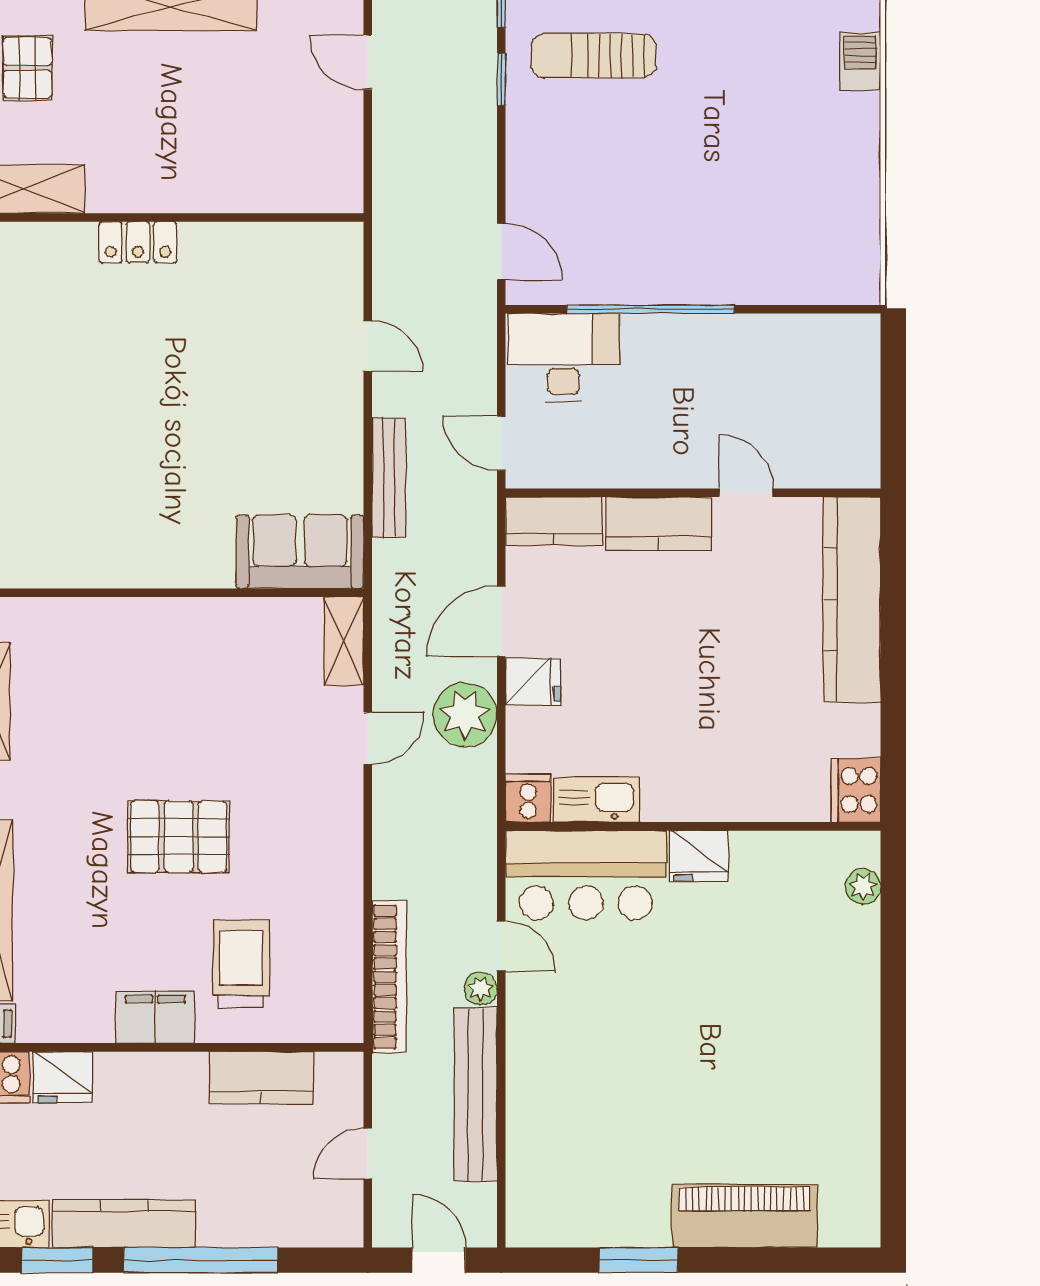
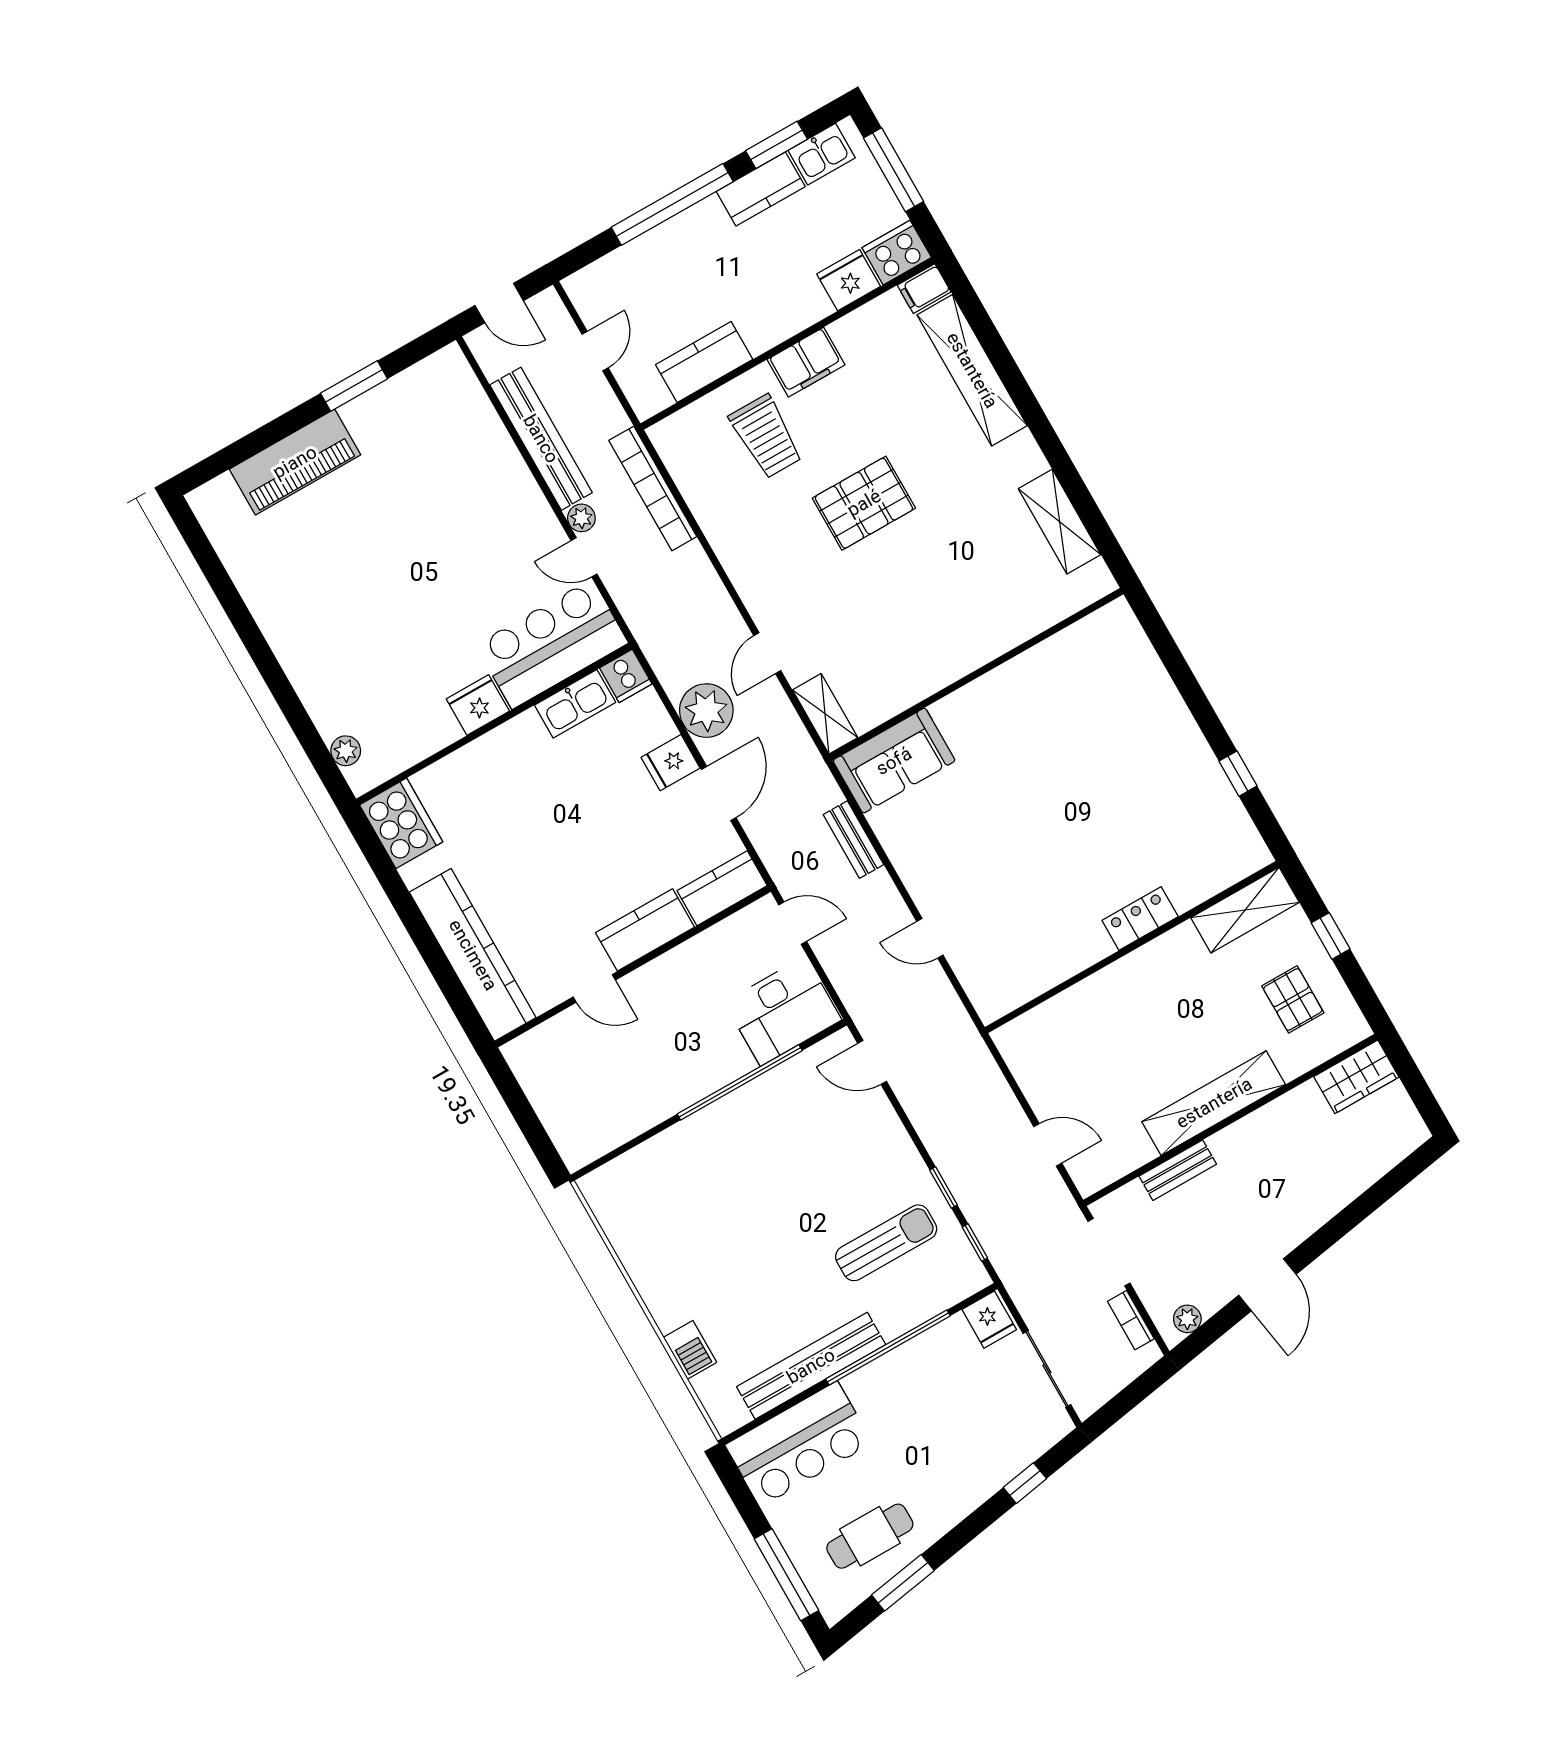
bench: (389, 478) -> (853, 840), width x0.73
cooker: (856, 790) -> (401, 823), width x1.37, depth x1.31
kitchen counter: (124, 1224) -> (761, 189), width x0.67

